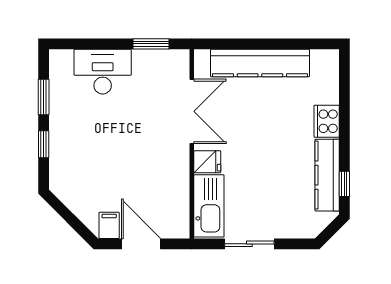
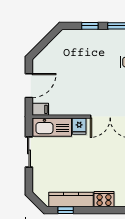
filing cabinet: (109, 225) -> (40, 109), moved

